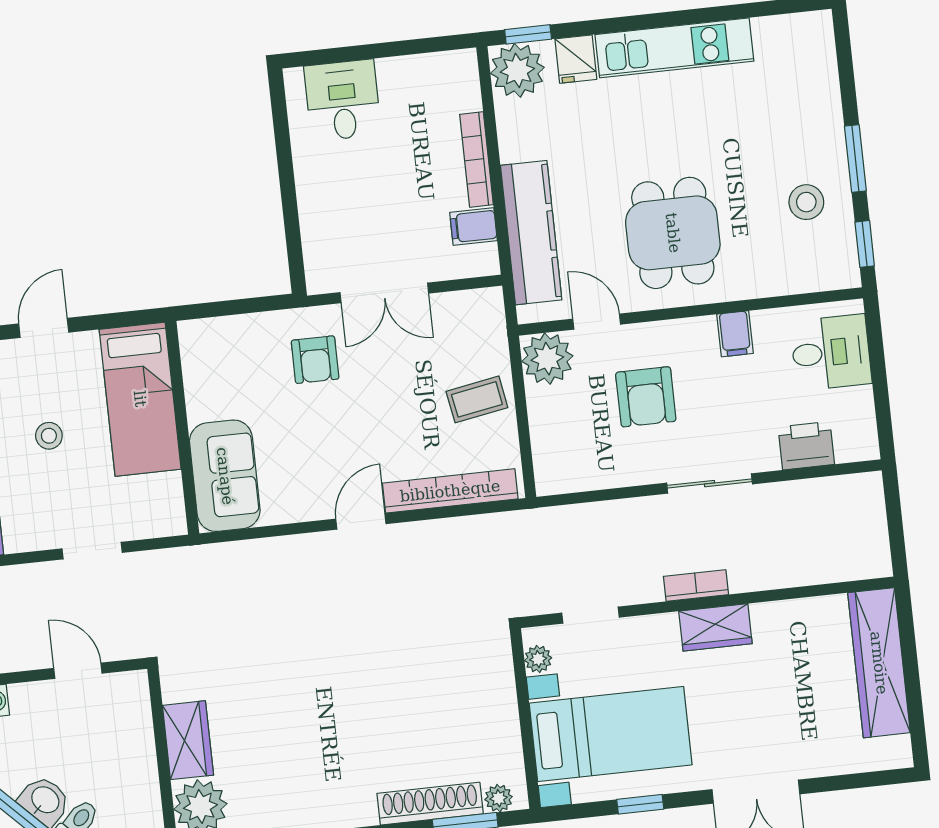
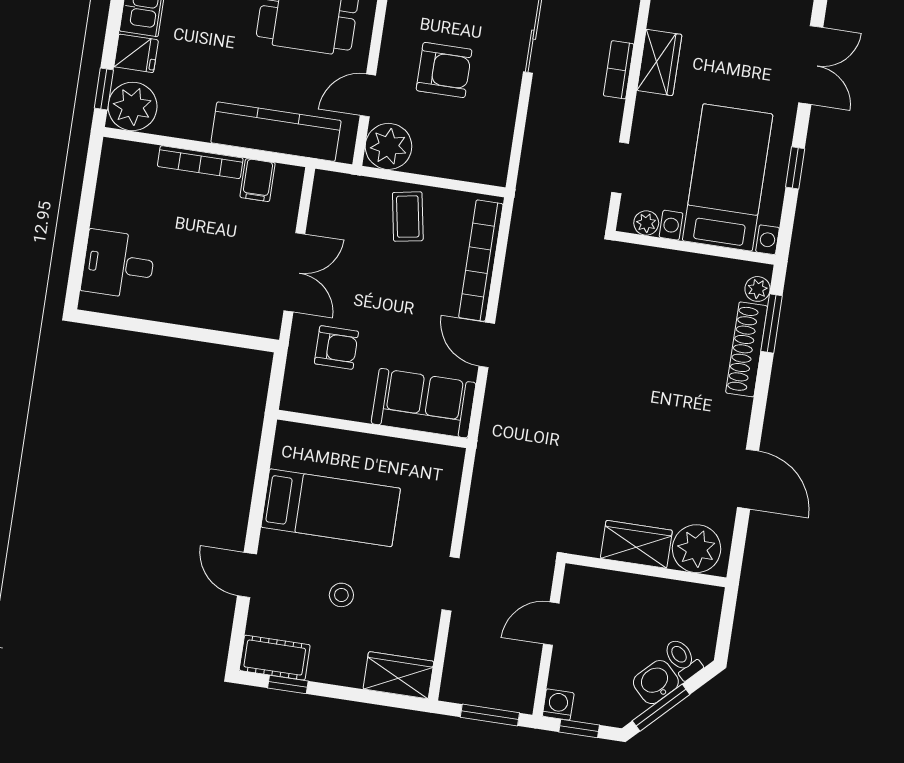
wall: (182, 428) -> (372, 429), moved
sofa: (225, 476) -> (424, 403), moved

